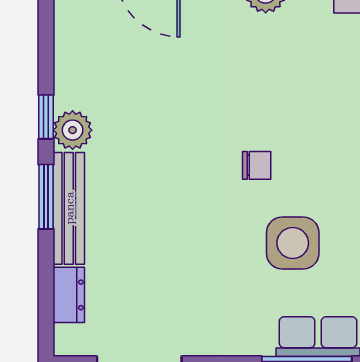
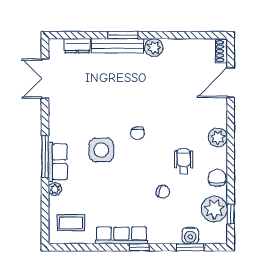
wheelchair: (317, 66) -> (184, 161), added
window: (46, 117) -> (160, 35), removed

